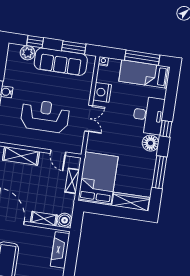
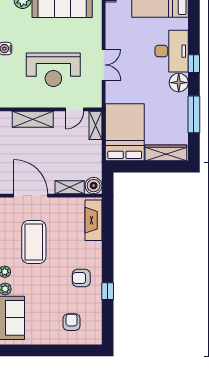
nightstand: (102, 92) -> (115, 33), removed
reception desk: (45, 116) -> (53, 70), turned 180
door: (58, 153) -> (75, 109), hinge flipped
shelving: (72, 181) -> (95, 125), moved

